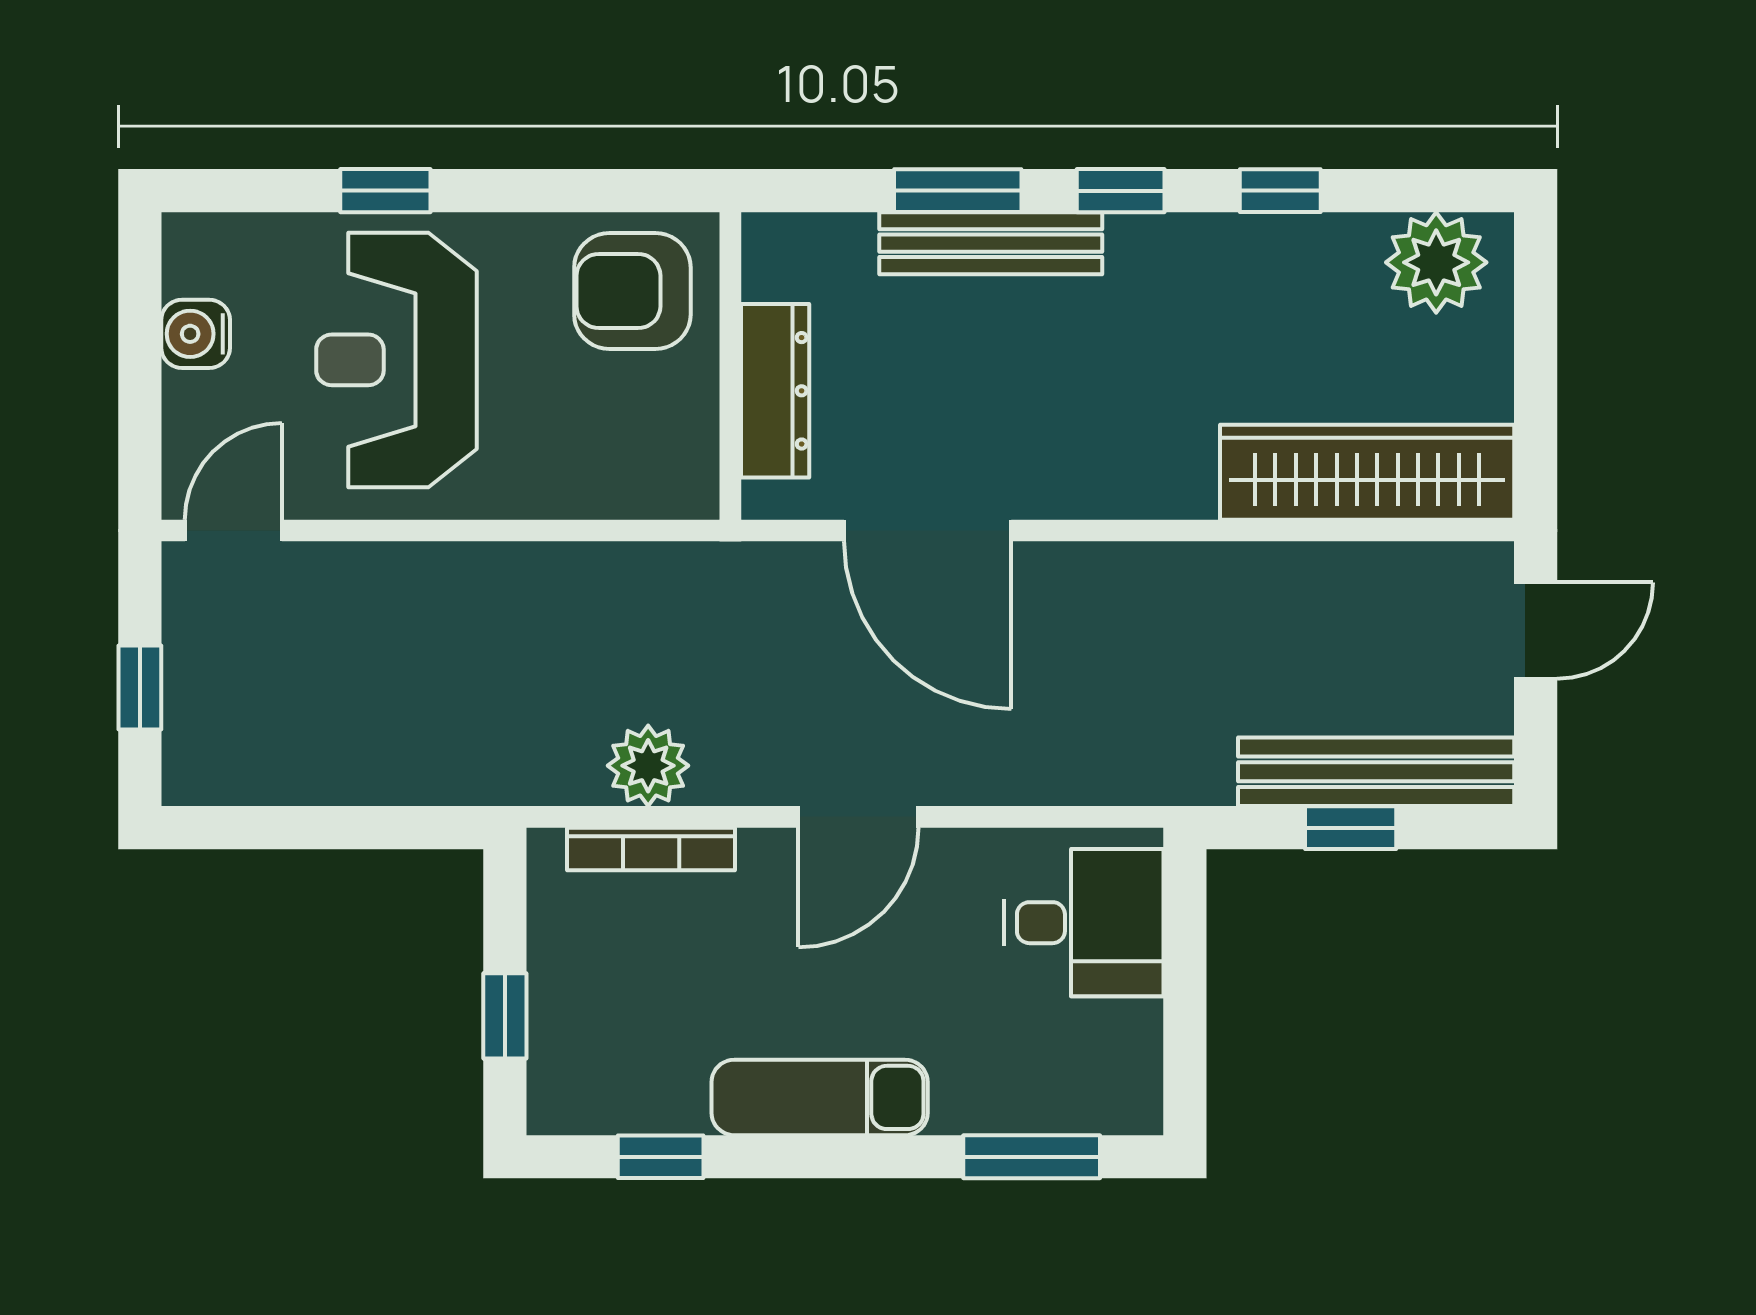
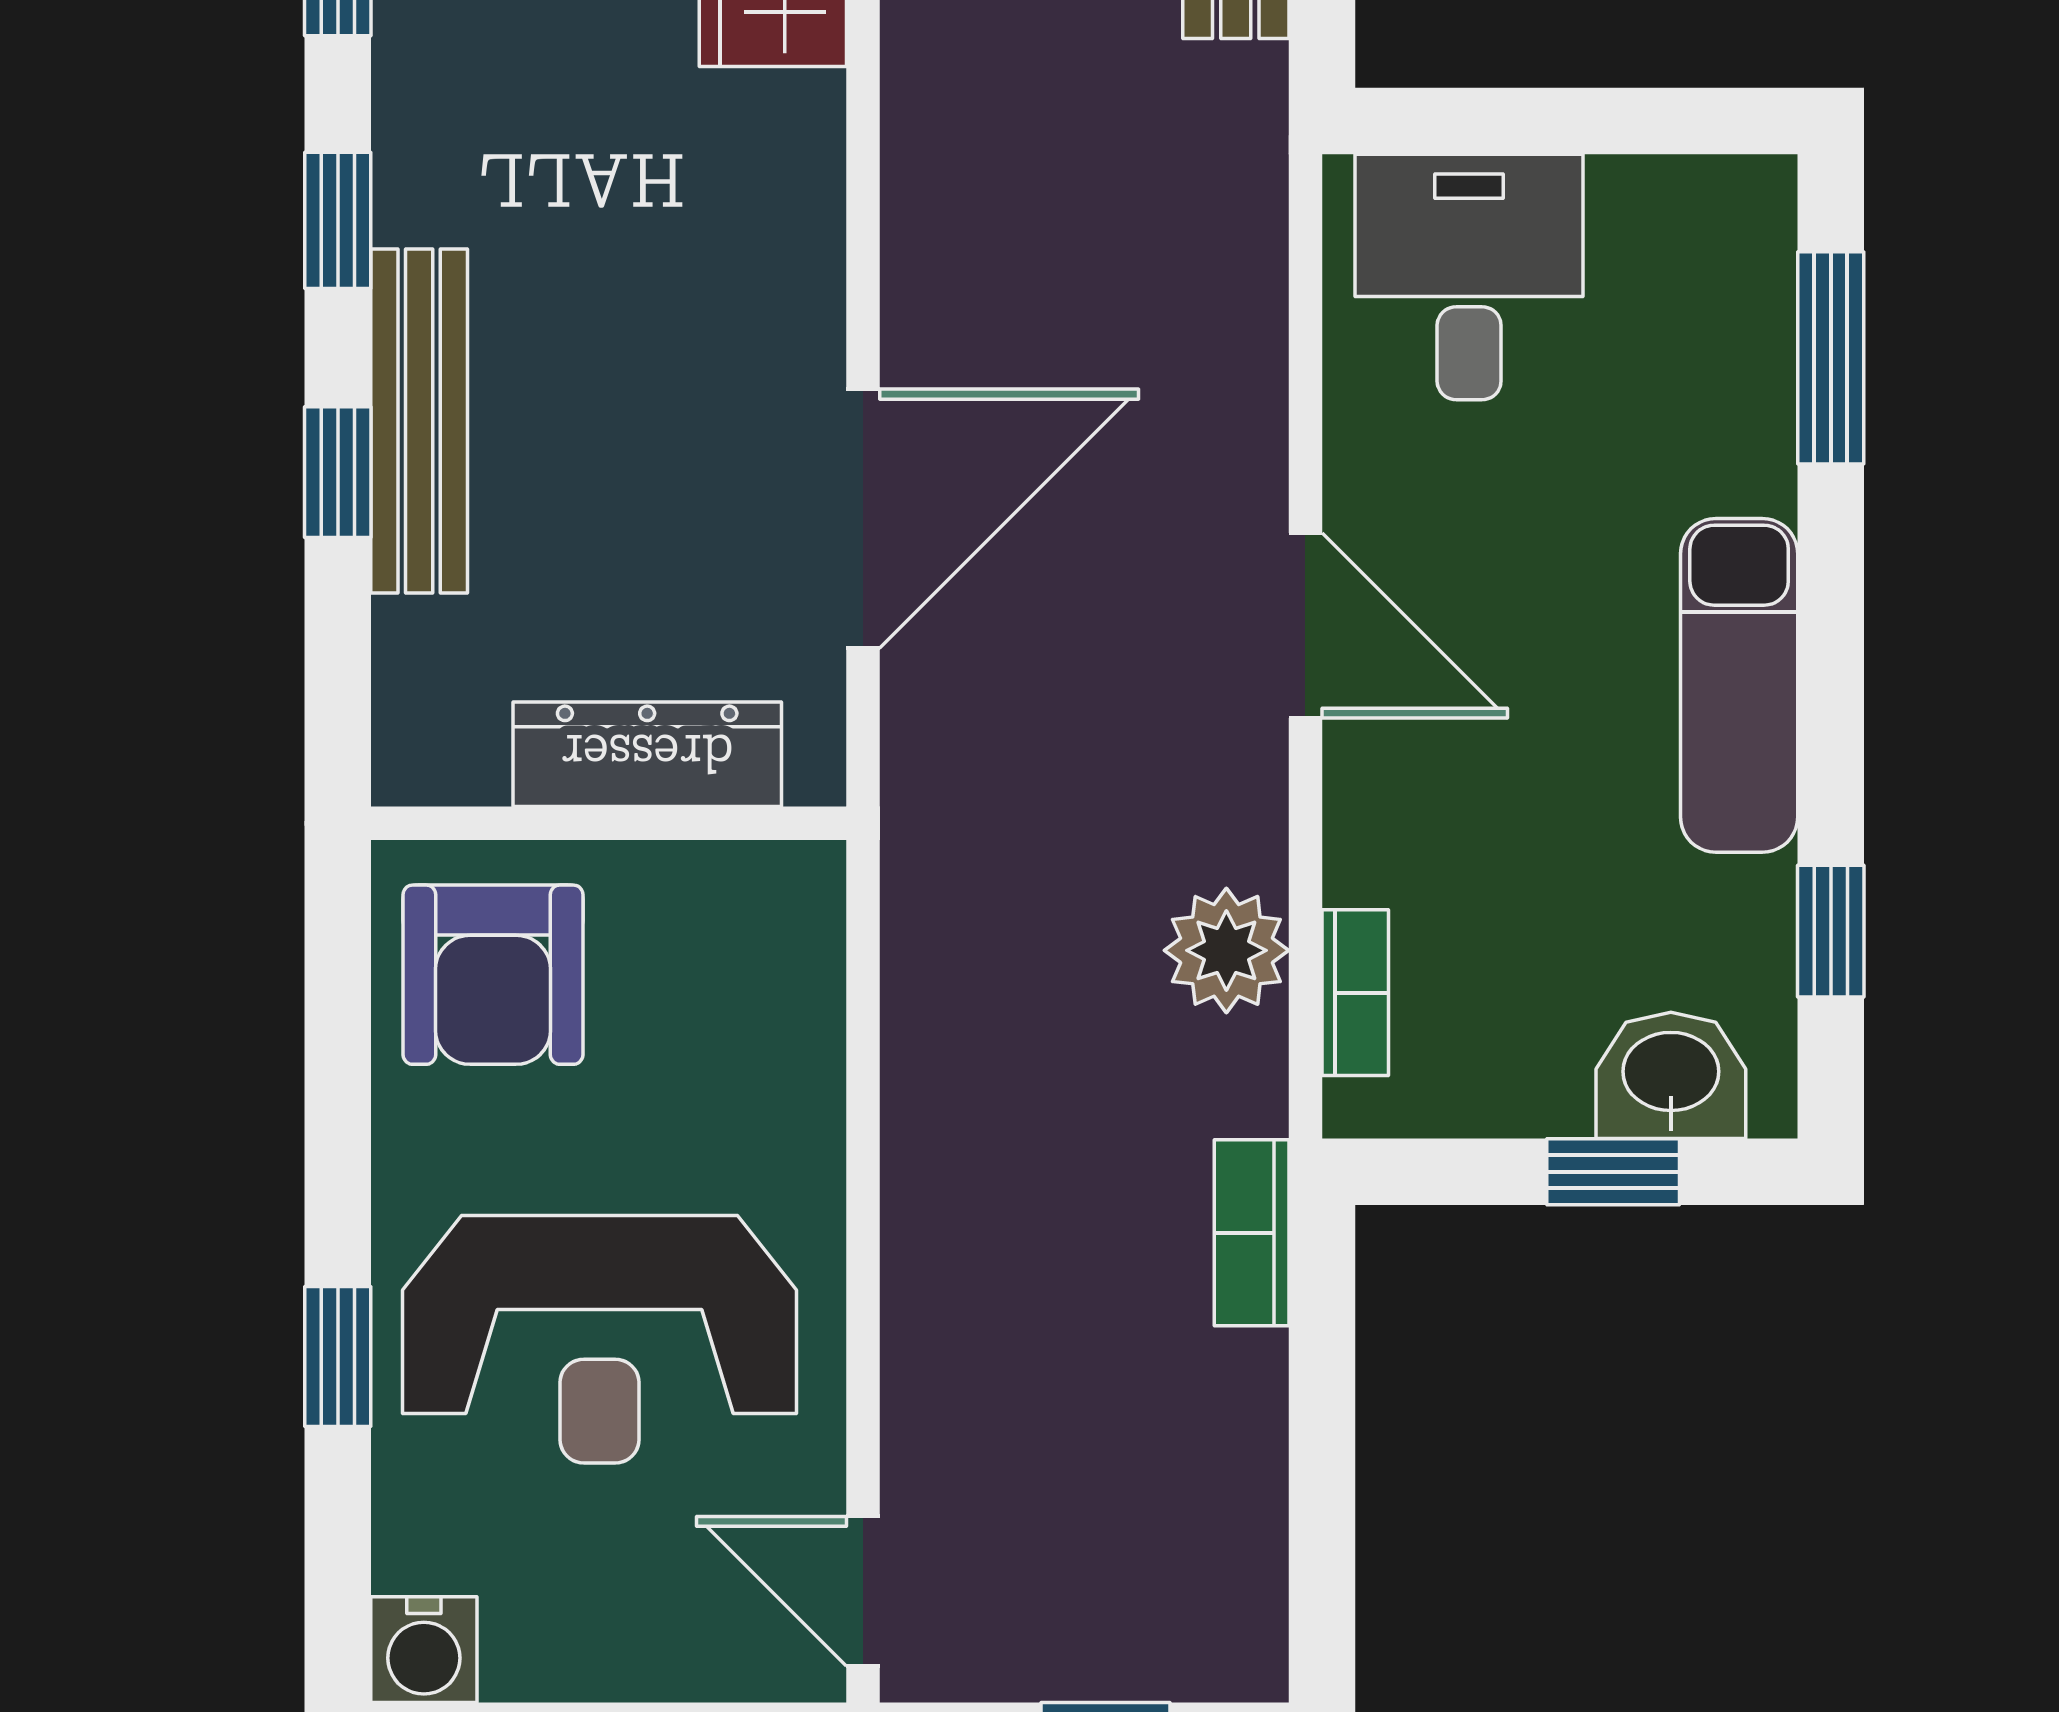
window: (958, 191) -> (338, 472), width x0.67
water cooler: (196, 334) -> (424, 1650), moved
bookcase: (465, 782) -> (1252, 1233), added
bookcase: (651, 849) -> (1355, 993), width x0.64
washbasin: (567, 1053) -> (1671, 1075), added

